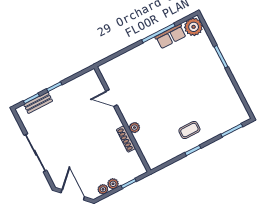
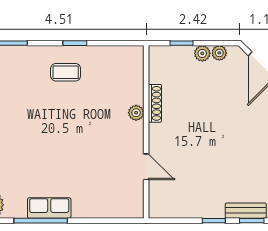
row of seats: (171, 36) -> (49, 208), moved

